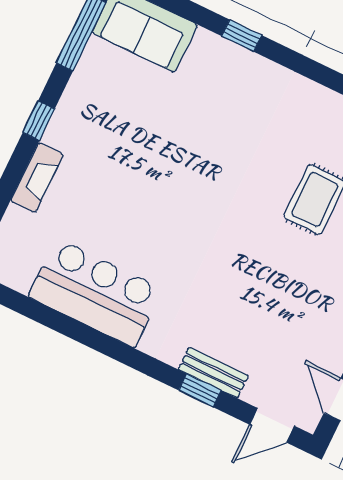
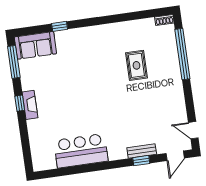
window: (242, 36) -> (60, 26), moved
fireplace: (37, 178) -> (30, 105), moved

